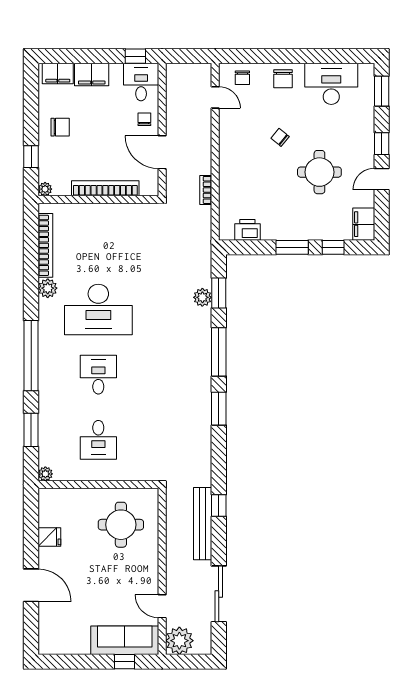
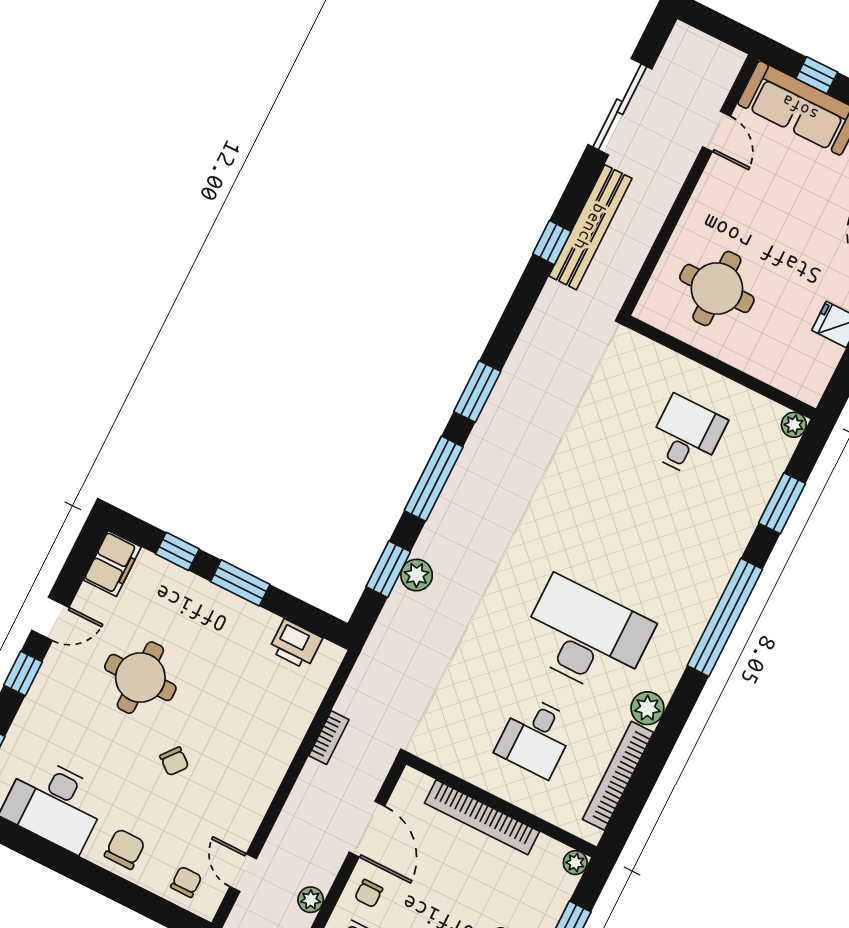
desk: (98, 375) -> (536, 737), moved
plant: (179, 641) -> (311, 900), moved, width x0.53, depth x0.53

